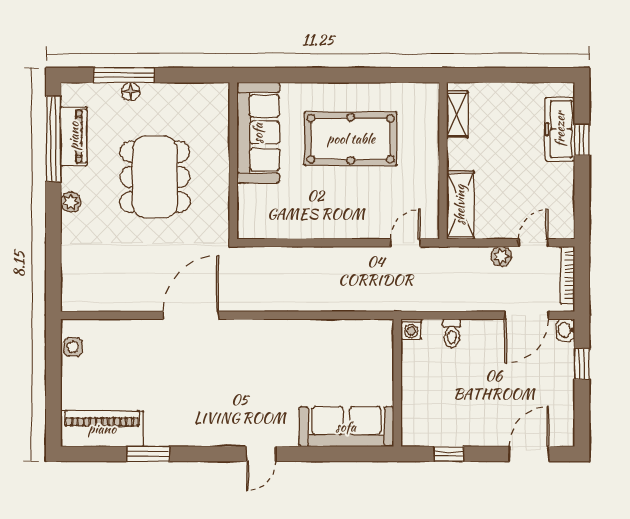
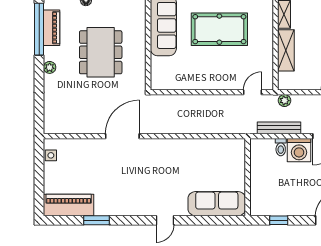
shelving: (460, 205) -> (286, 50), moved
plant: (501, 256) -> (284, 101), moved
bench: (449, 302) -> (279, 128), added
washing machine: (411, 329) -> (299, 150), moved, width x1.89, depth x1.89

